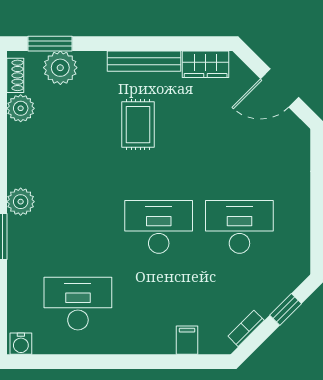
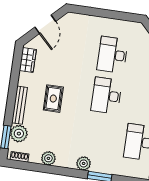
bench: (144, 61) -> (20, 105), moved
plant: (21, 108) -> (48, 158), moved
rug: (138, 125) -> (53, 99), turned 90

